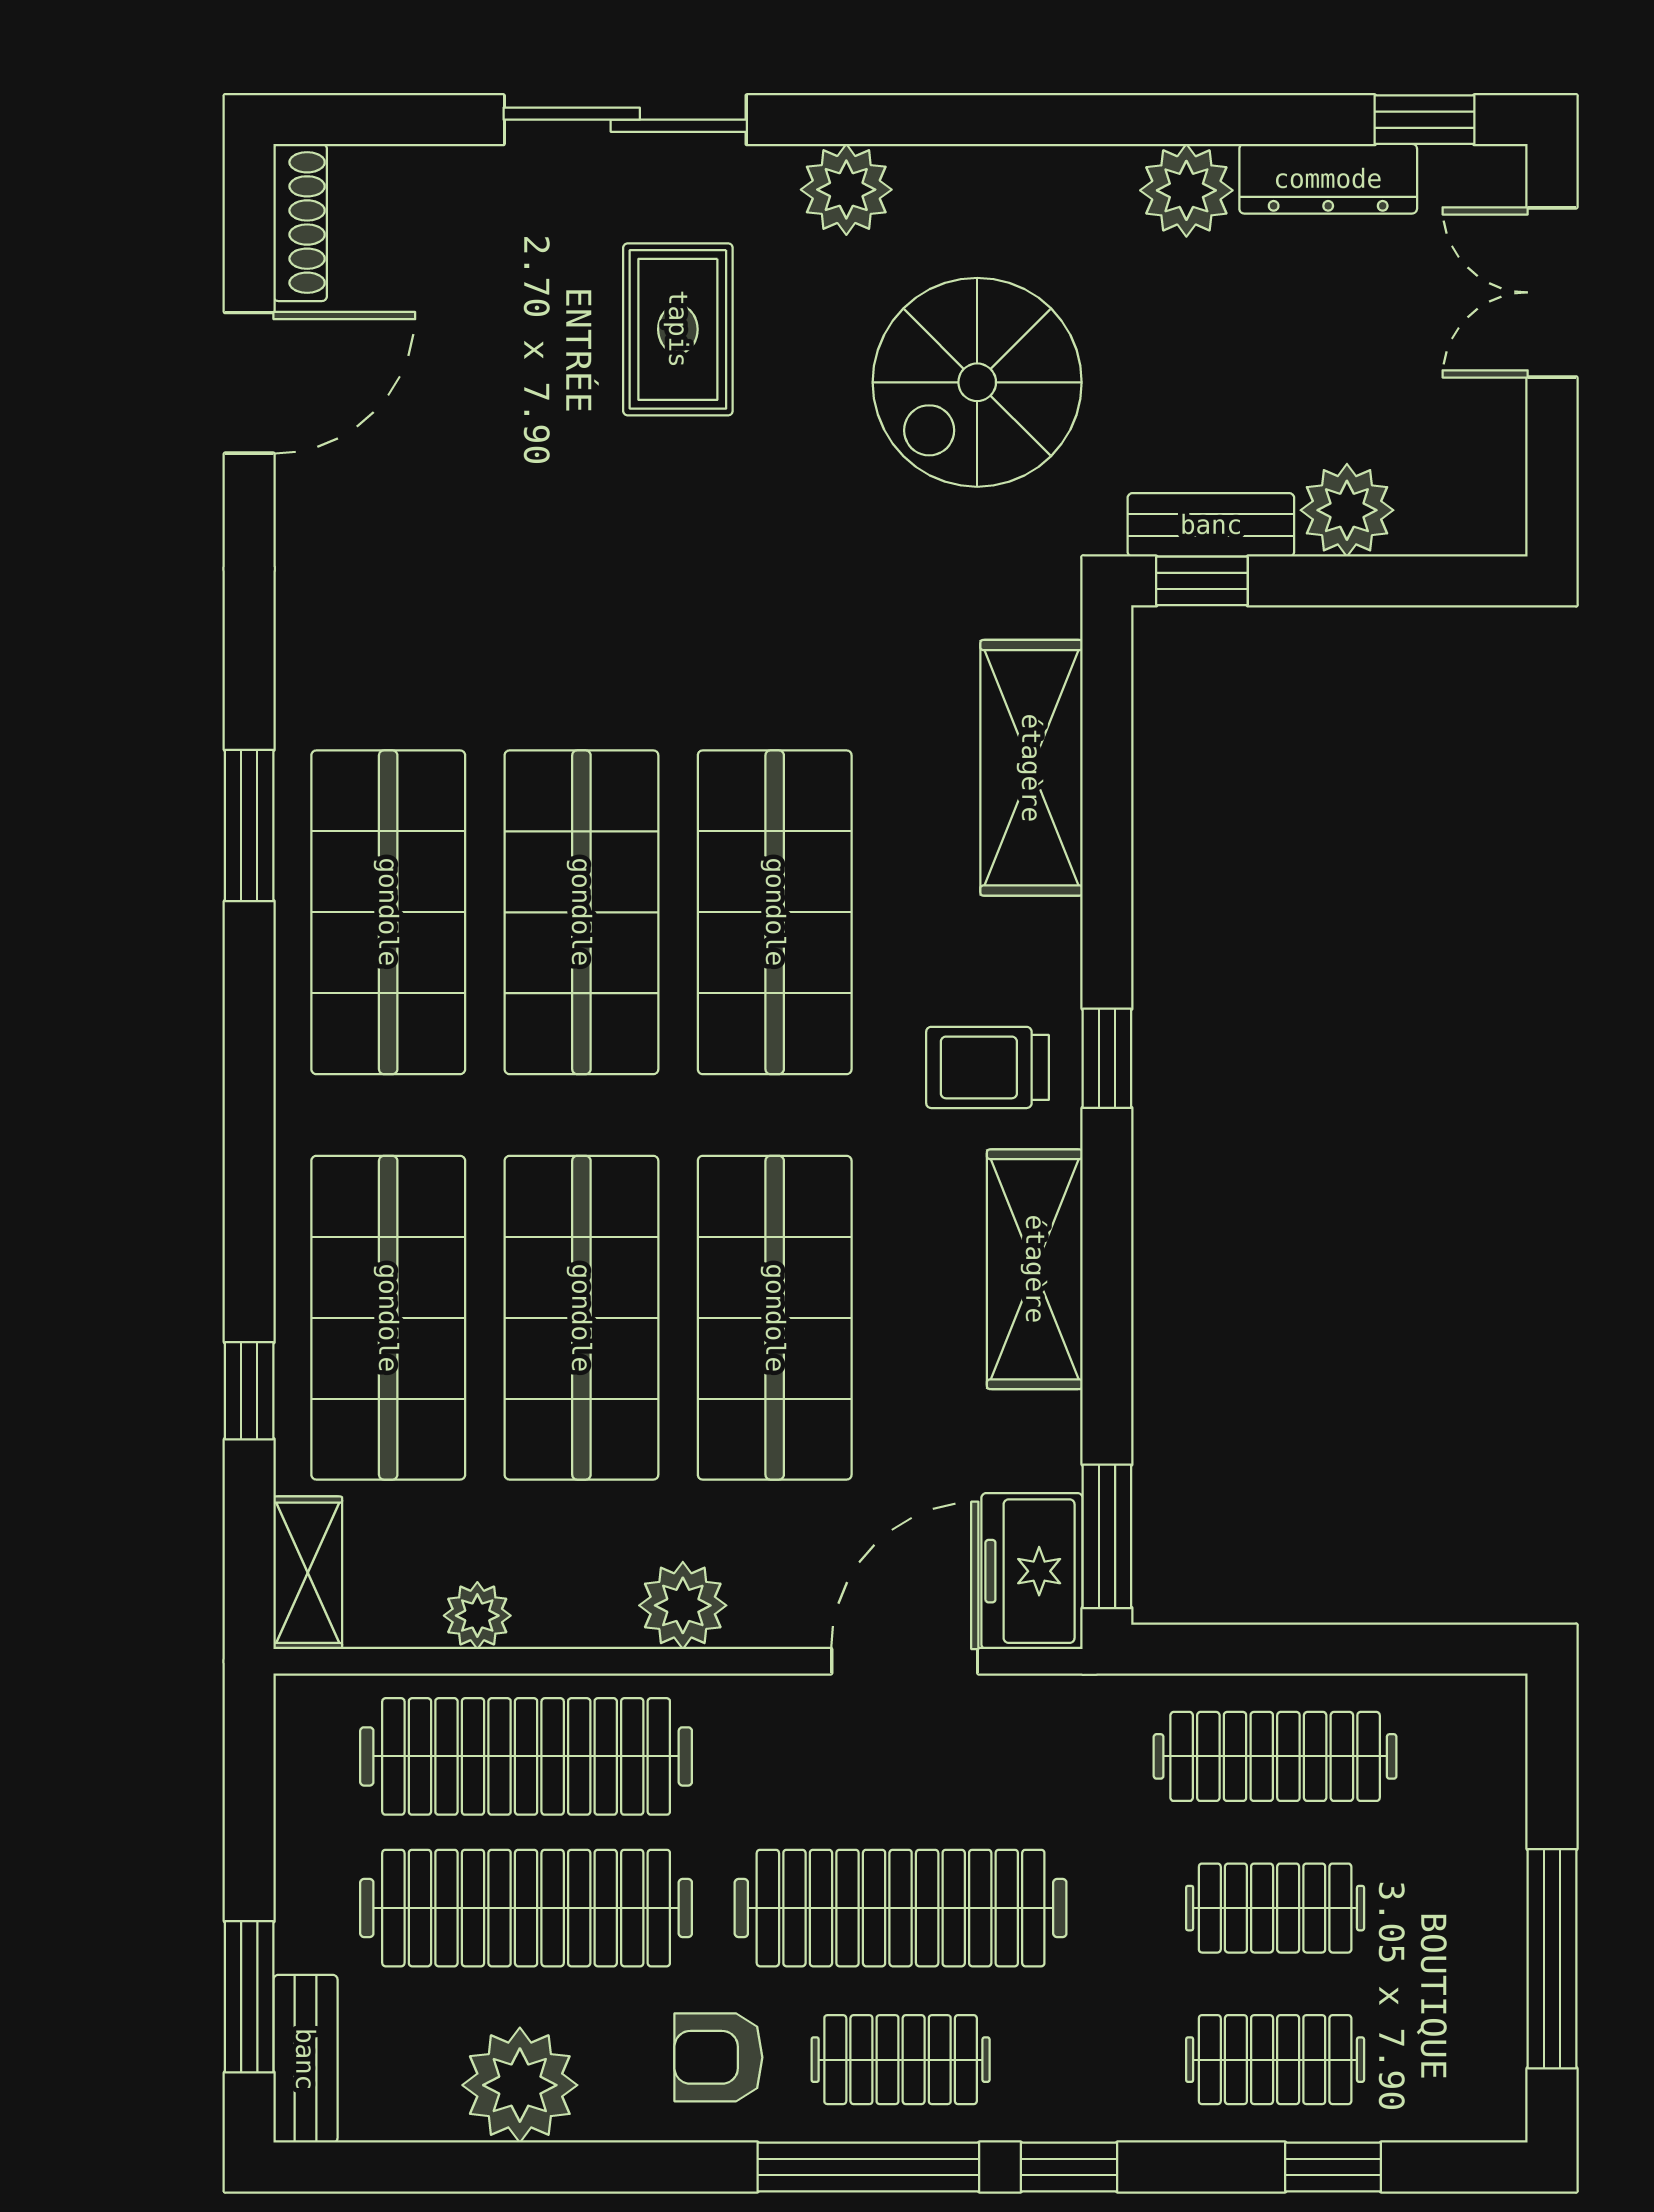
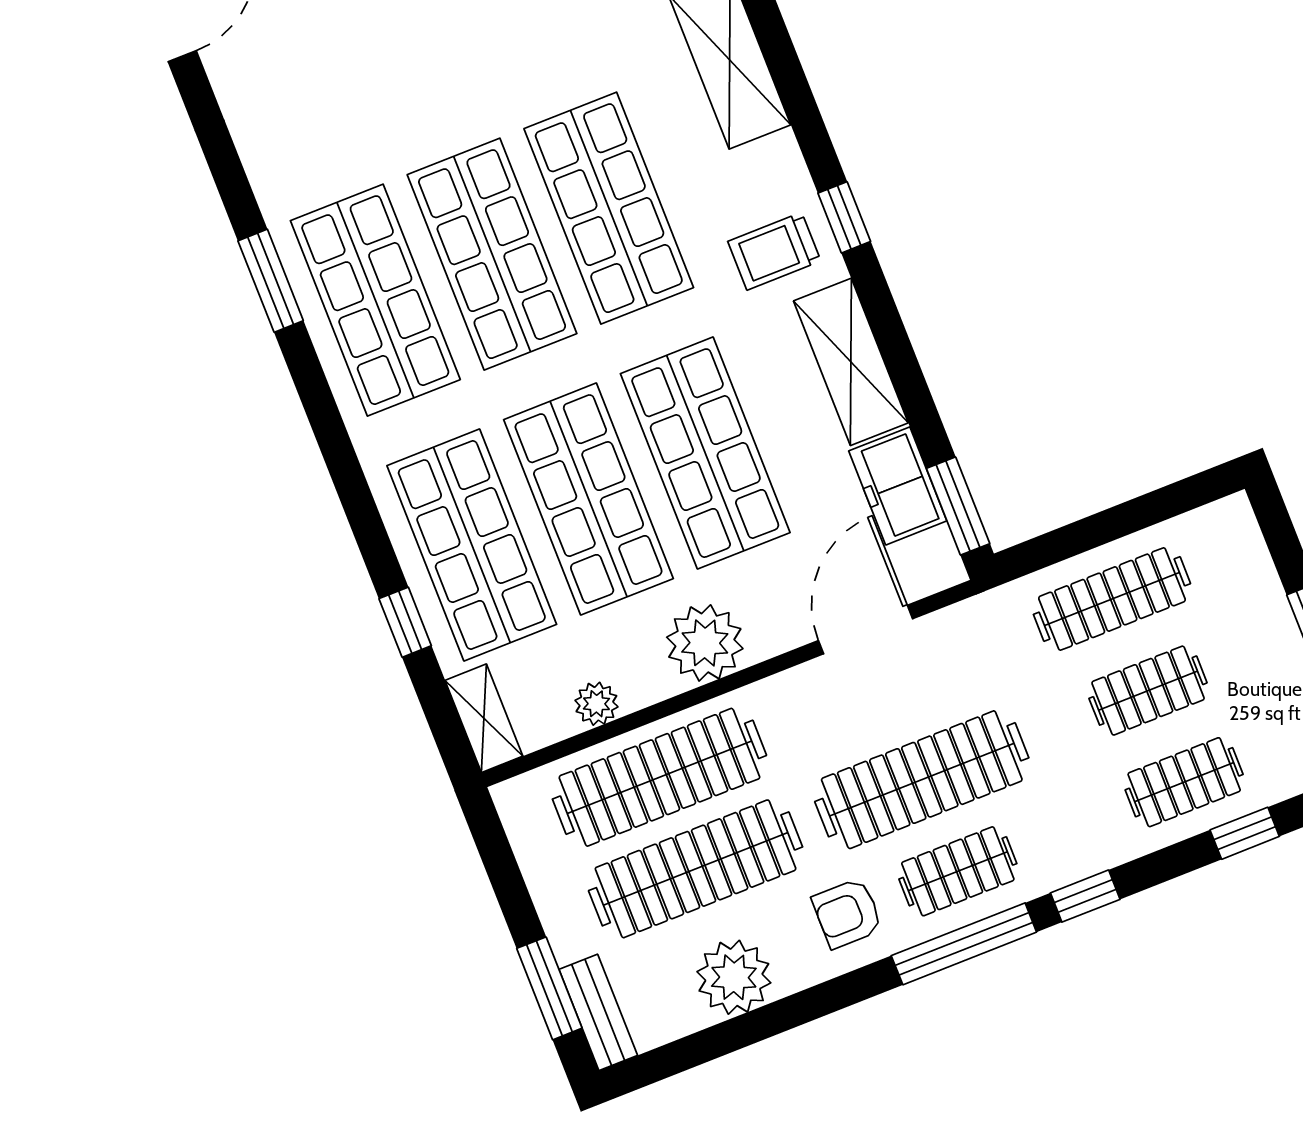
freezer: (1032, 1571) -> (898, 486), moved
plant: (683, 1605) -> (705, 643), width x1.36, depth x1.36

